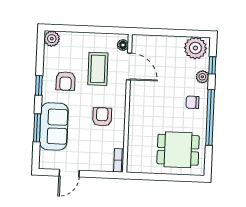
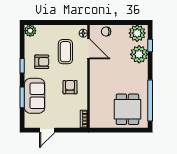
plant: (202, 77) -> (139, 54), width x1.87, depth x1.87
armchair: (66, 81) -> (42, 62), turned -90
chair: (192, 102) -> (106, 32), moved
window: (210, 117) -> (150, 101), moved
dining table: (178, 150) -> (127, 109), turned 90

